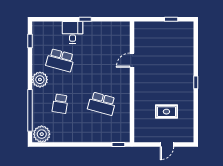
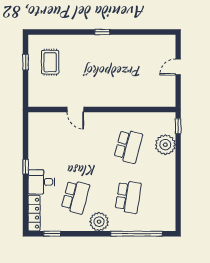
locker: (47, 26) -> (34, 213), added
school desk: (60, 104) -> (128, 197), width x1.85
rug: (166, 112) -> (50, 62), moved
plant: (42, 134) -> (165, 145), moved
door: (167, 145) -> (178, 67), swing flipped

